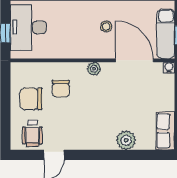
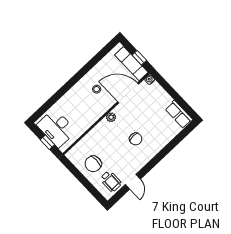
chair: (61, 89) -> (136, 139), moved
plant: (126, 140) -> (163, 139), removed

